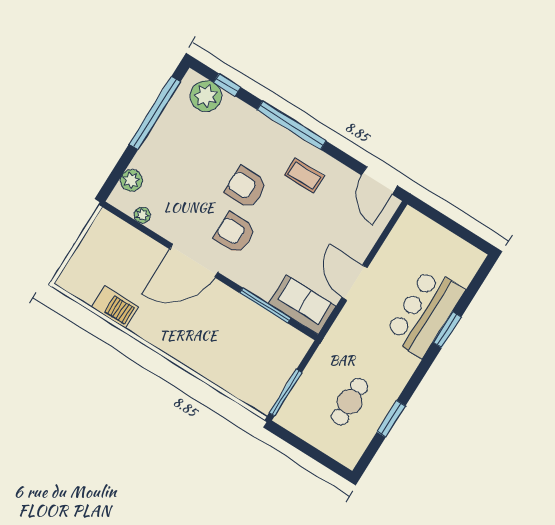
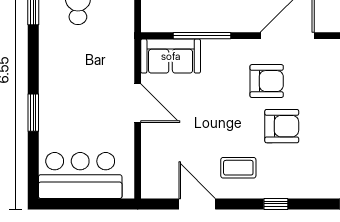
window: (292, 125) -> (276, 204), width x0.32
door: (380, 180) -> (197, 204), moved
bar counter: (425, 312) -> (80, 175), moved, turned -90

